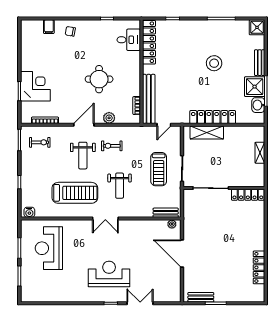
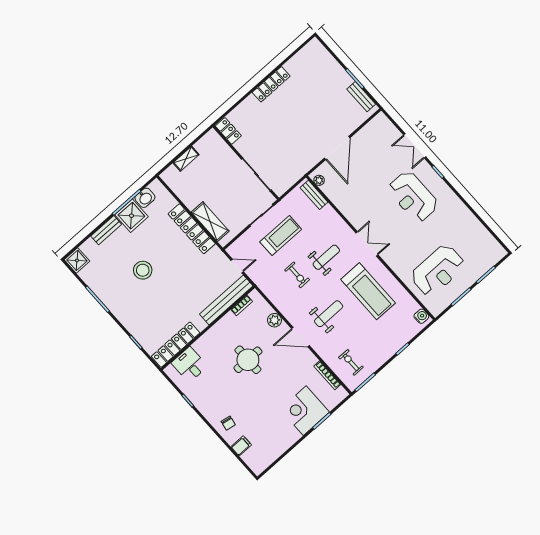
exercise bike: (112, 146) -> (297, 275), moved
treadmill: (75, 193) -> (368, 291), turned 180
locker: (248, 195) -> (228, 131), width x0.66
locker: (259, 267) -> (271, 84), moved

